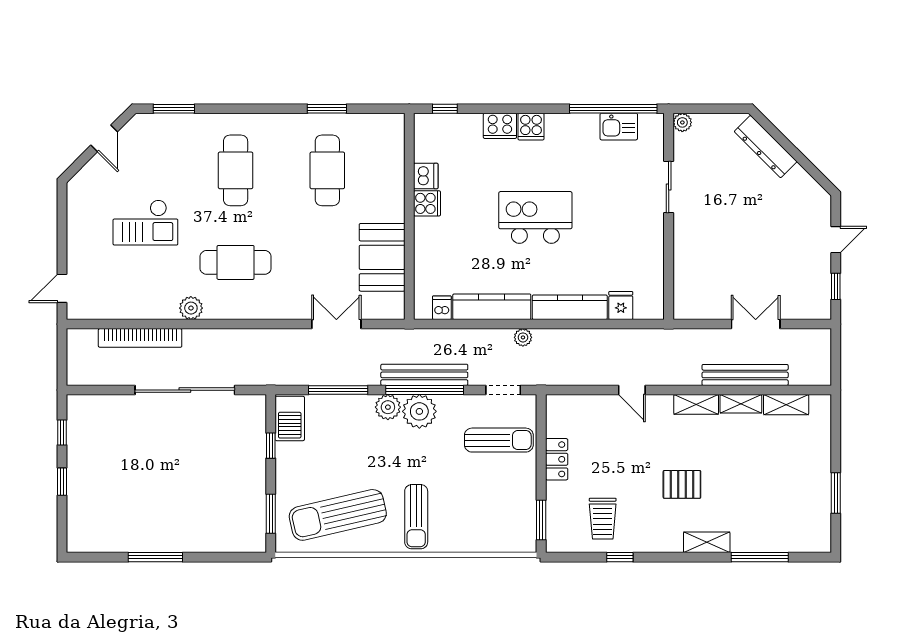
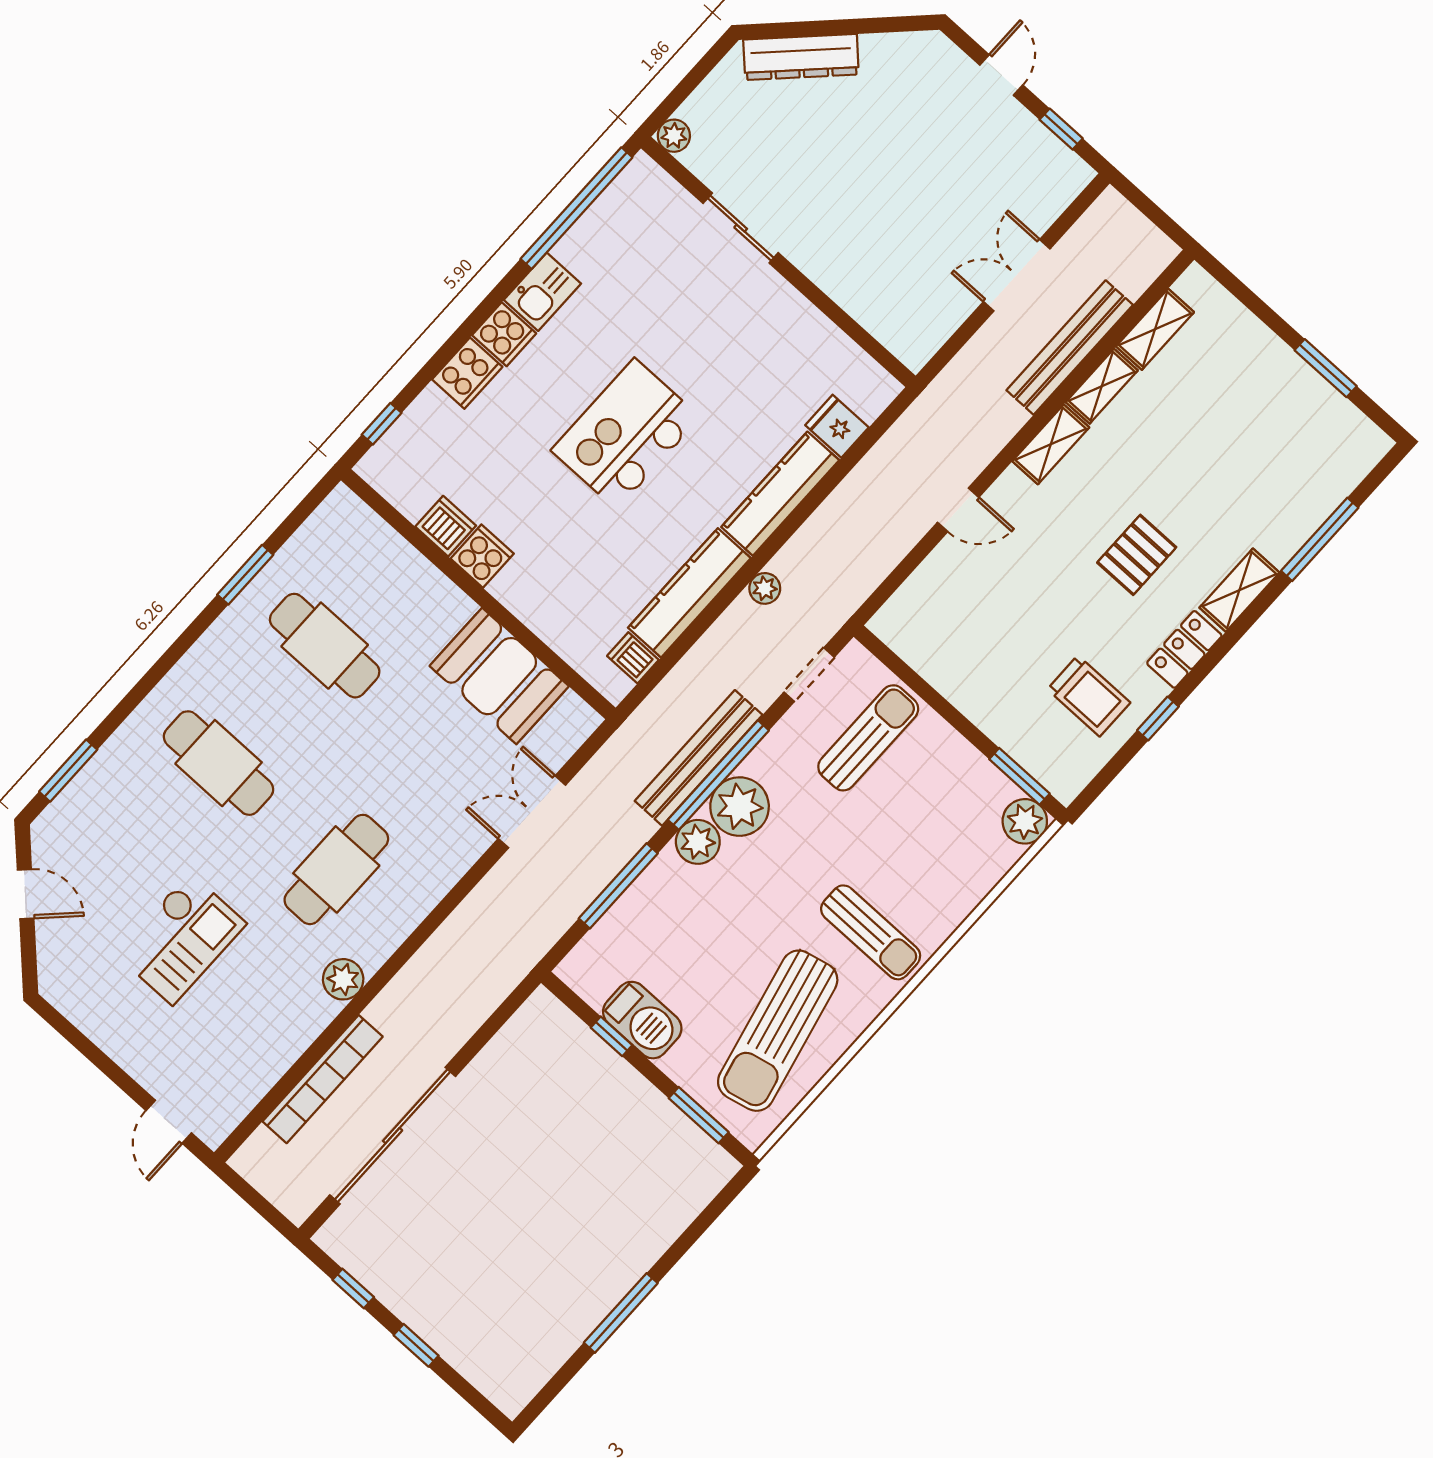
kitchen sink: (619, 127) -> (542, 292), moved
sliding door: (185, 390) -> (393, 1136), moved
barbecue: (290, 418) -> (642, 1020), moved
locker: (557, 459) -> (1184, 649), moved, turned -90
plant: (524, 540) -> (1025, 821), added

